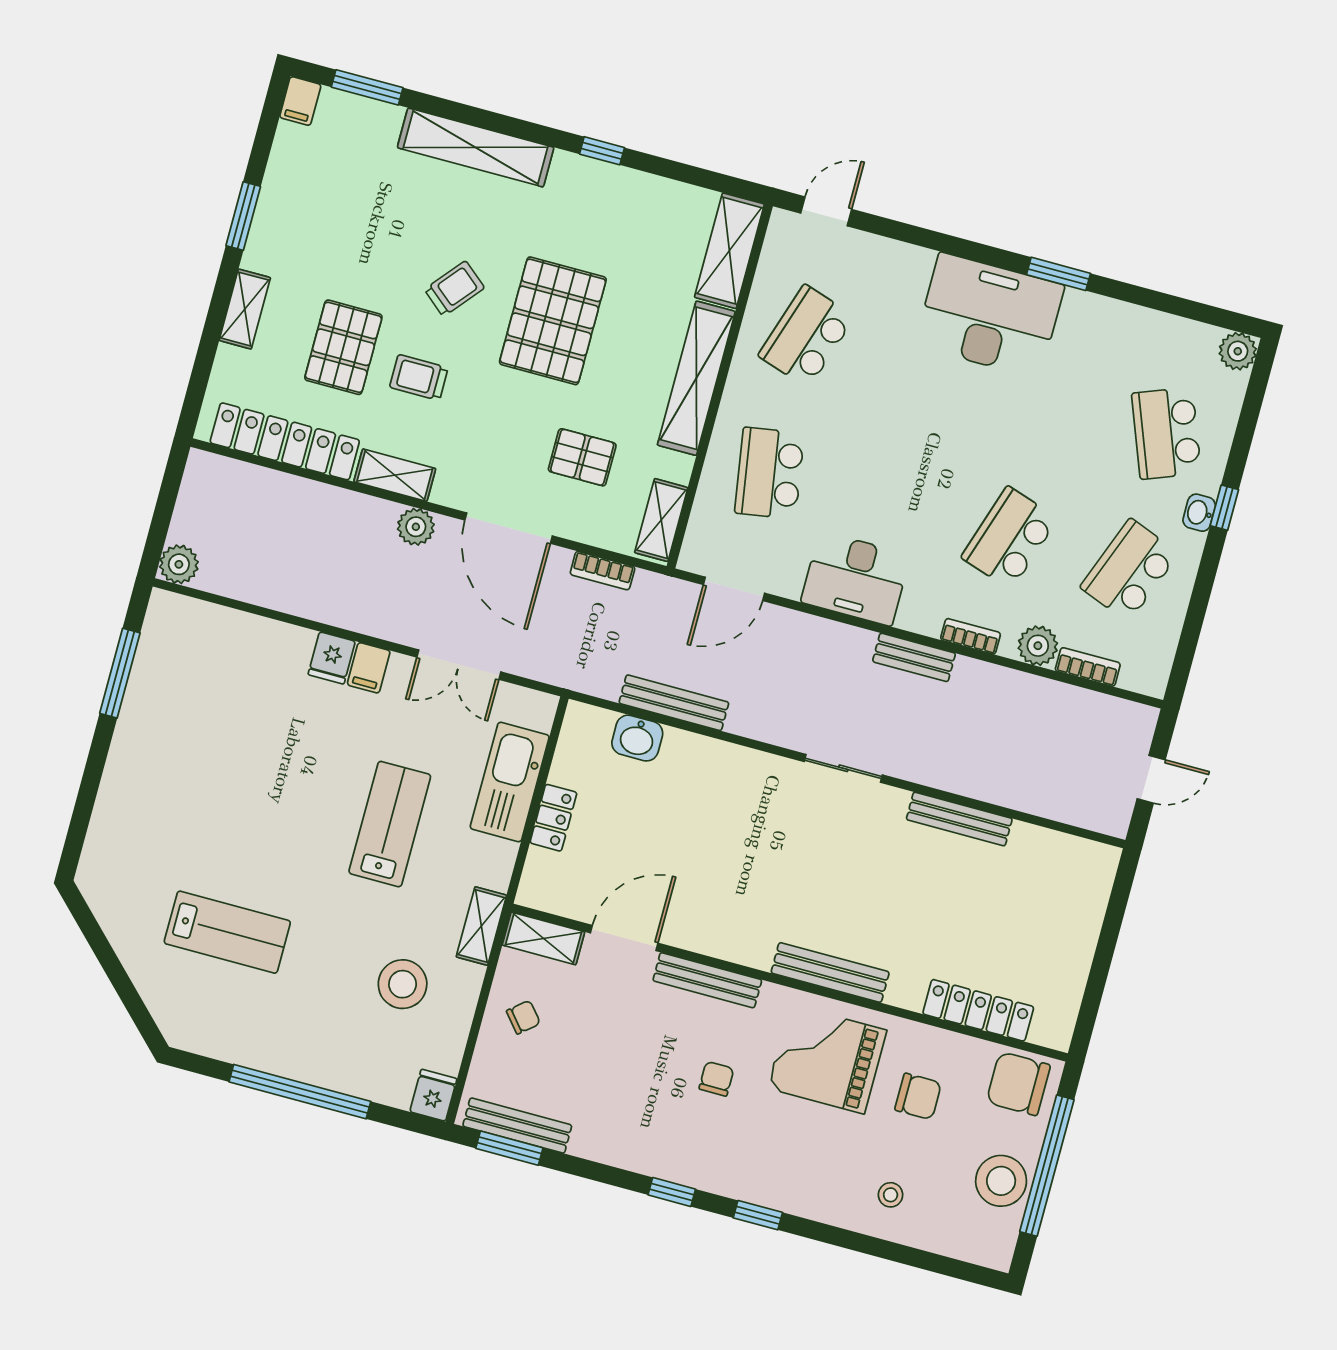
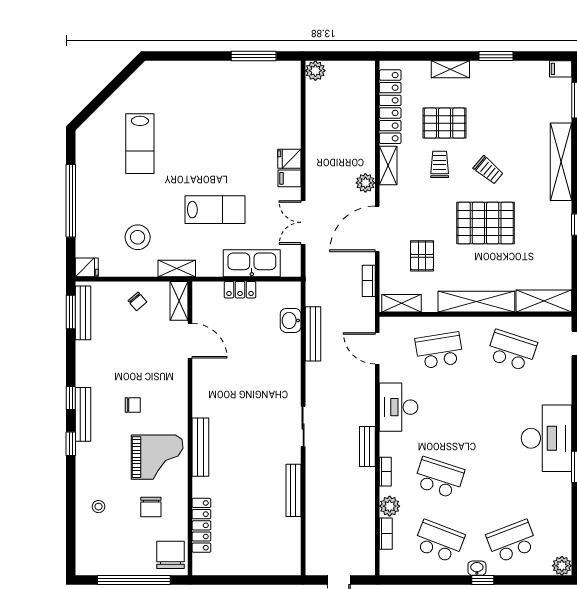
bench: (707, 980) -> (83, 414), moved
grand piano: (827, 1059) -> (157, 457), turned 90
stool: (1001, 1181) -> (120, 559), removed

